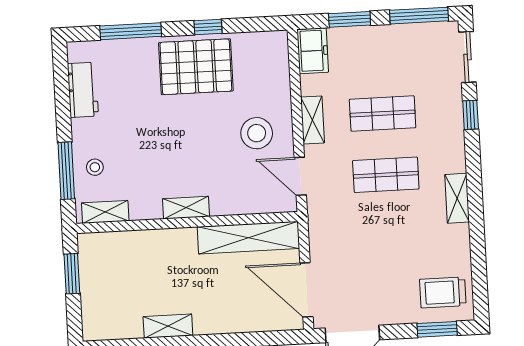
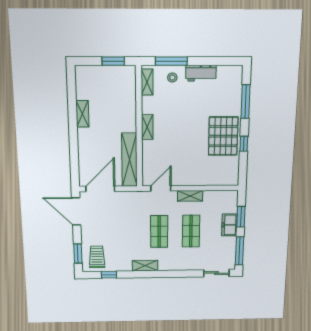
freezer: (313, 51) -> (229, 225), moved, turned 90
workbench: (83, 90) -> (201, 73), moved
window: (471, 115) -> (109, 275), moved
stool: (257, 133) -> (185, 167), removed

